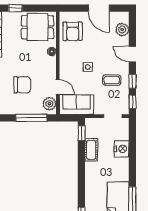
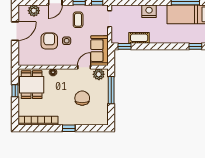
window: (15, 8) -> (15, 91), moved
armchair: (73, 31) -> (49, 41), moved, turned -90
nightstand: (122, 149) -> (149, 11), moved

